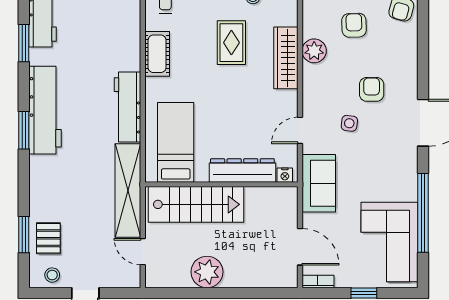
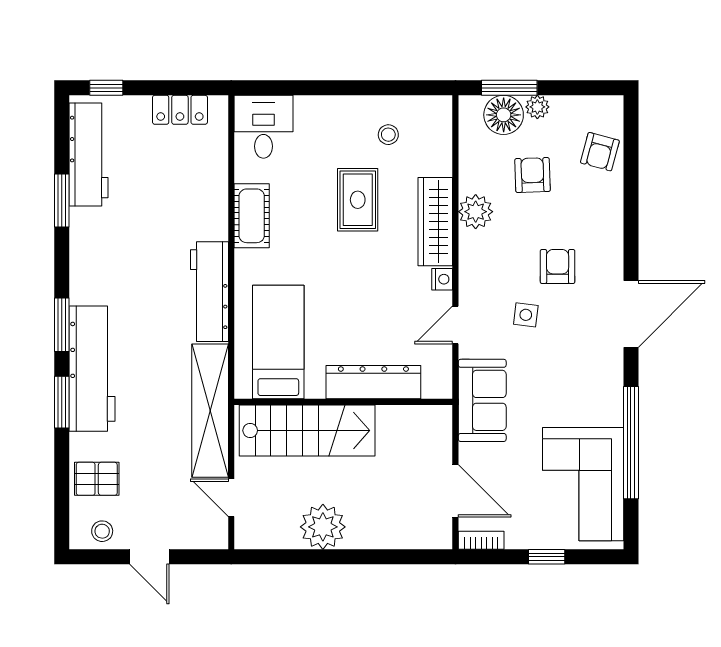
workbench: (45, 110) -> (92, 369), moved
nightstand: (285, 175) -> (442, 279), moved, turned -90
window: (24, 235) -> (62, 402), moved
pallet: (48, 238) -> (97, 479), turned 90

